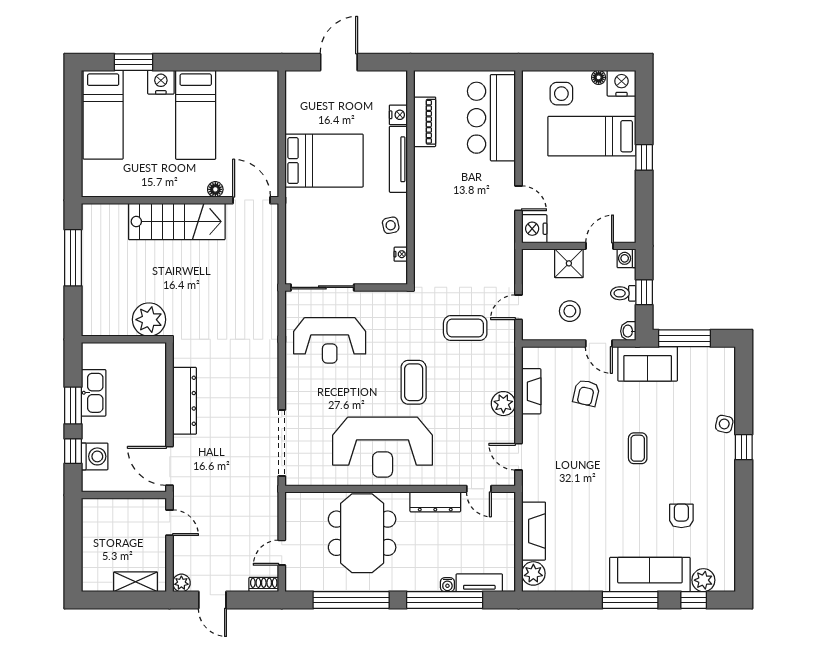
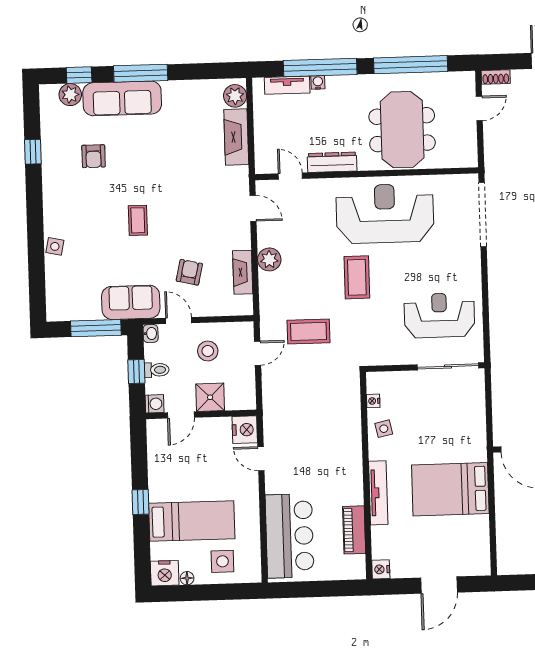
nightstand: (398, 115) -> (381, 569), moved
window: (744, 447) -> (33, 152), moved

